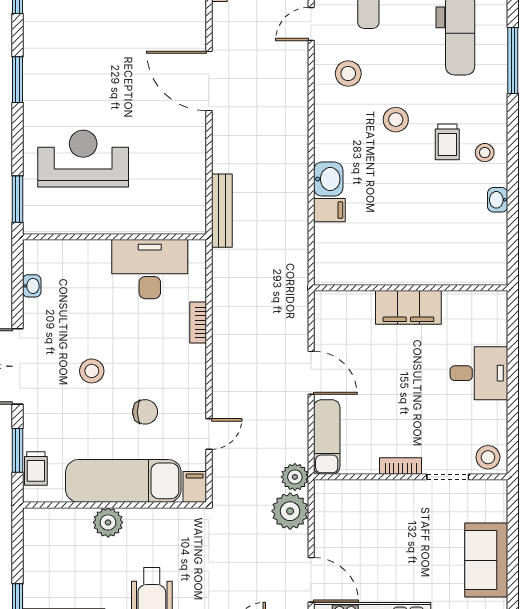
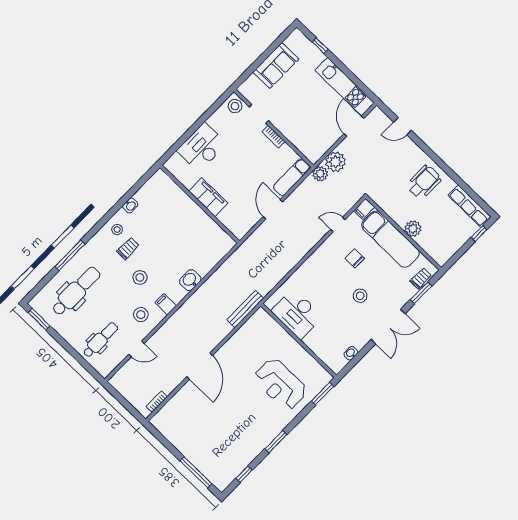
filing cabinet: (329, 210) -> (166, 304), moved
bookcase: (198, 322) -> (298, 273), removed
desk: (479, 373) -> (202, 147), width x1.37

